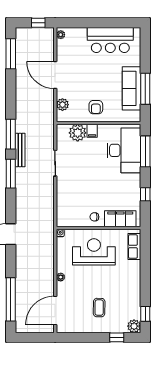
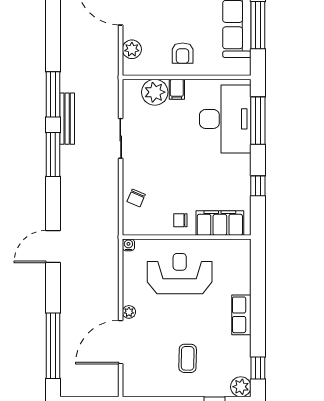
chair: (65, 202) -> (136, 198), added
row of seats: (134, 247) -> (241, 315), moved
door: (55, 311) -> (121, 342), moved

